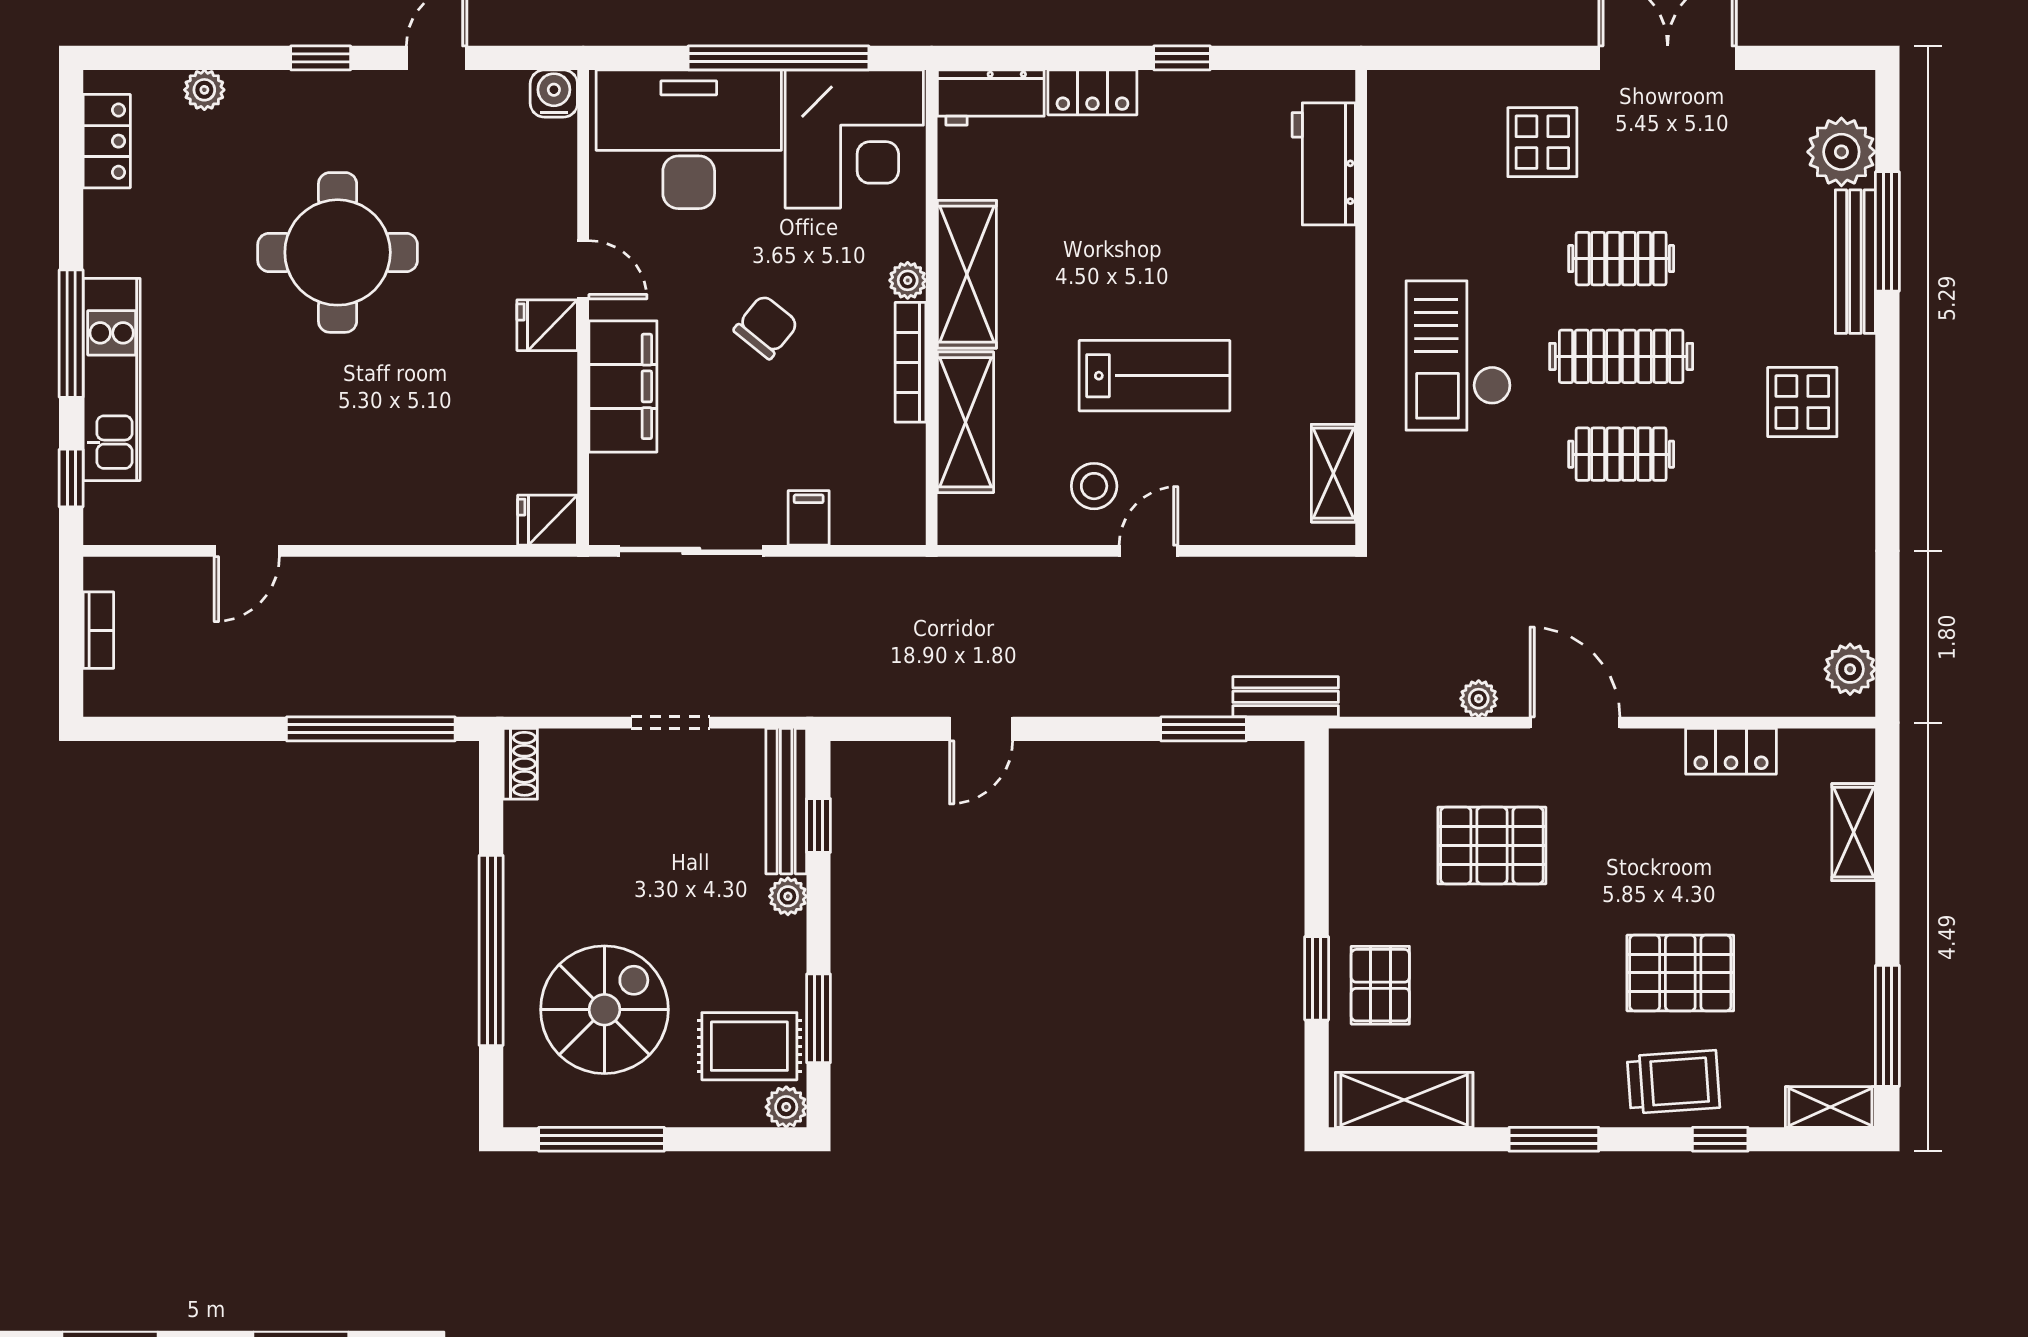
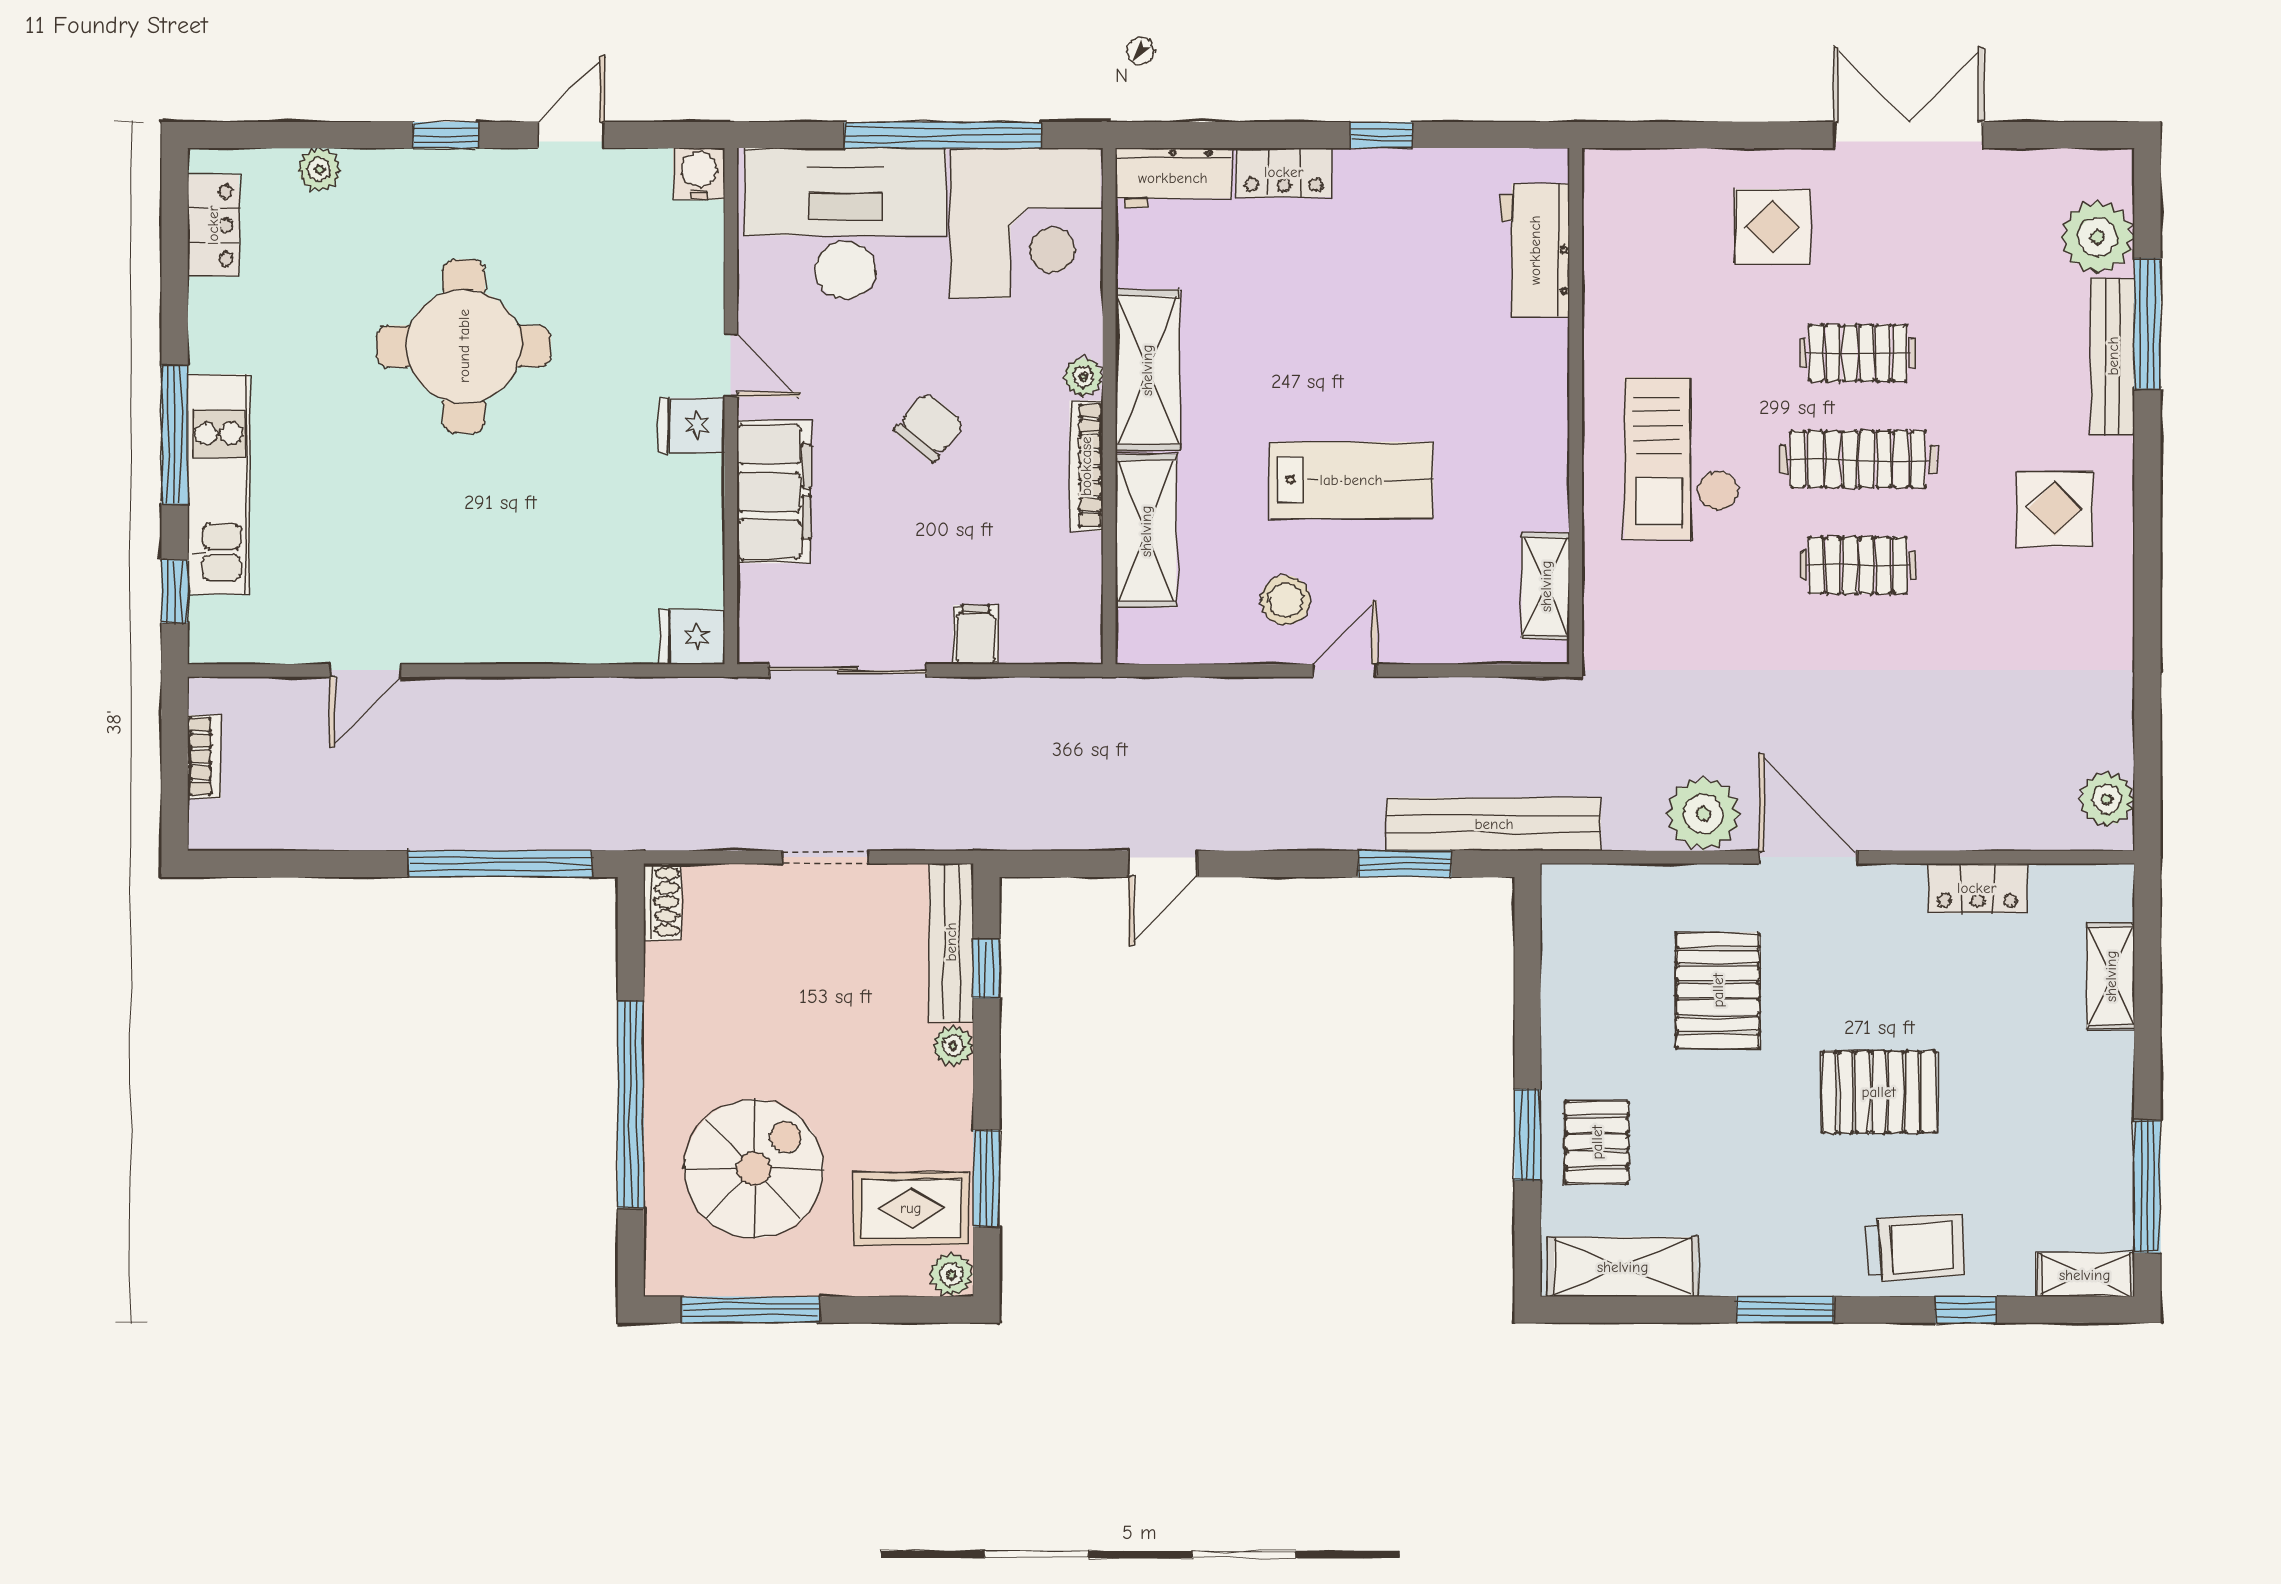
bench: (1286, 697) -> (1494, 824), width x1.86, depth x1.21
plant: (1479, 699) -> (1703, 814), width x1.87, depth x1.87
pallet: (1492, 845) -> (1718, 990), turned 90
pallet: (1680, 973) -> (1879, 1092), moved

